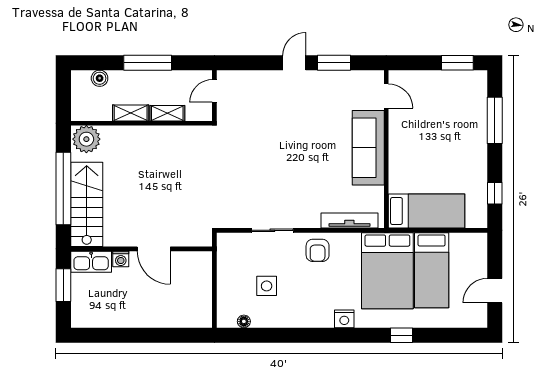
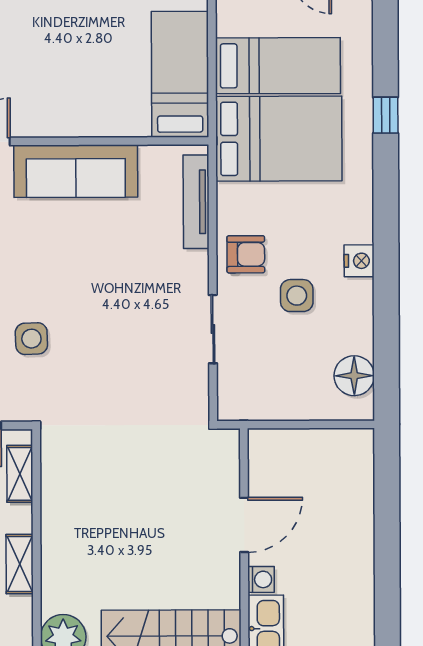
shelving: (167, 113) -> (20, 474), moved
side table: (267, 121) -> (31, 339), added
side table: (267, 286) -> (297, 296), moved
nightstand: (344, 319) -> (359, 261), moved
floor lamp: (244, 321) -> (354, 376), width x1.89, depth x1.89

